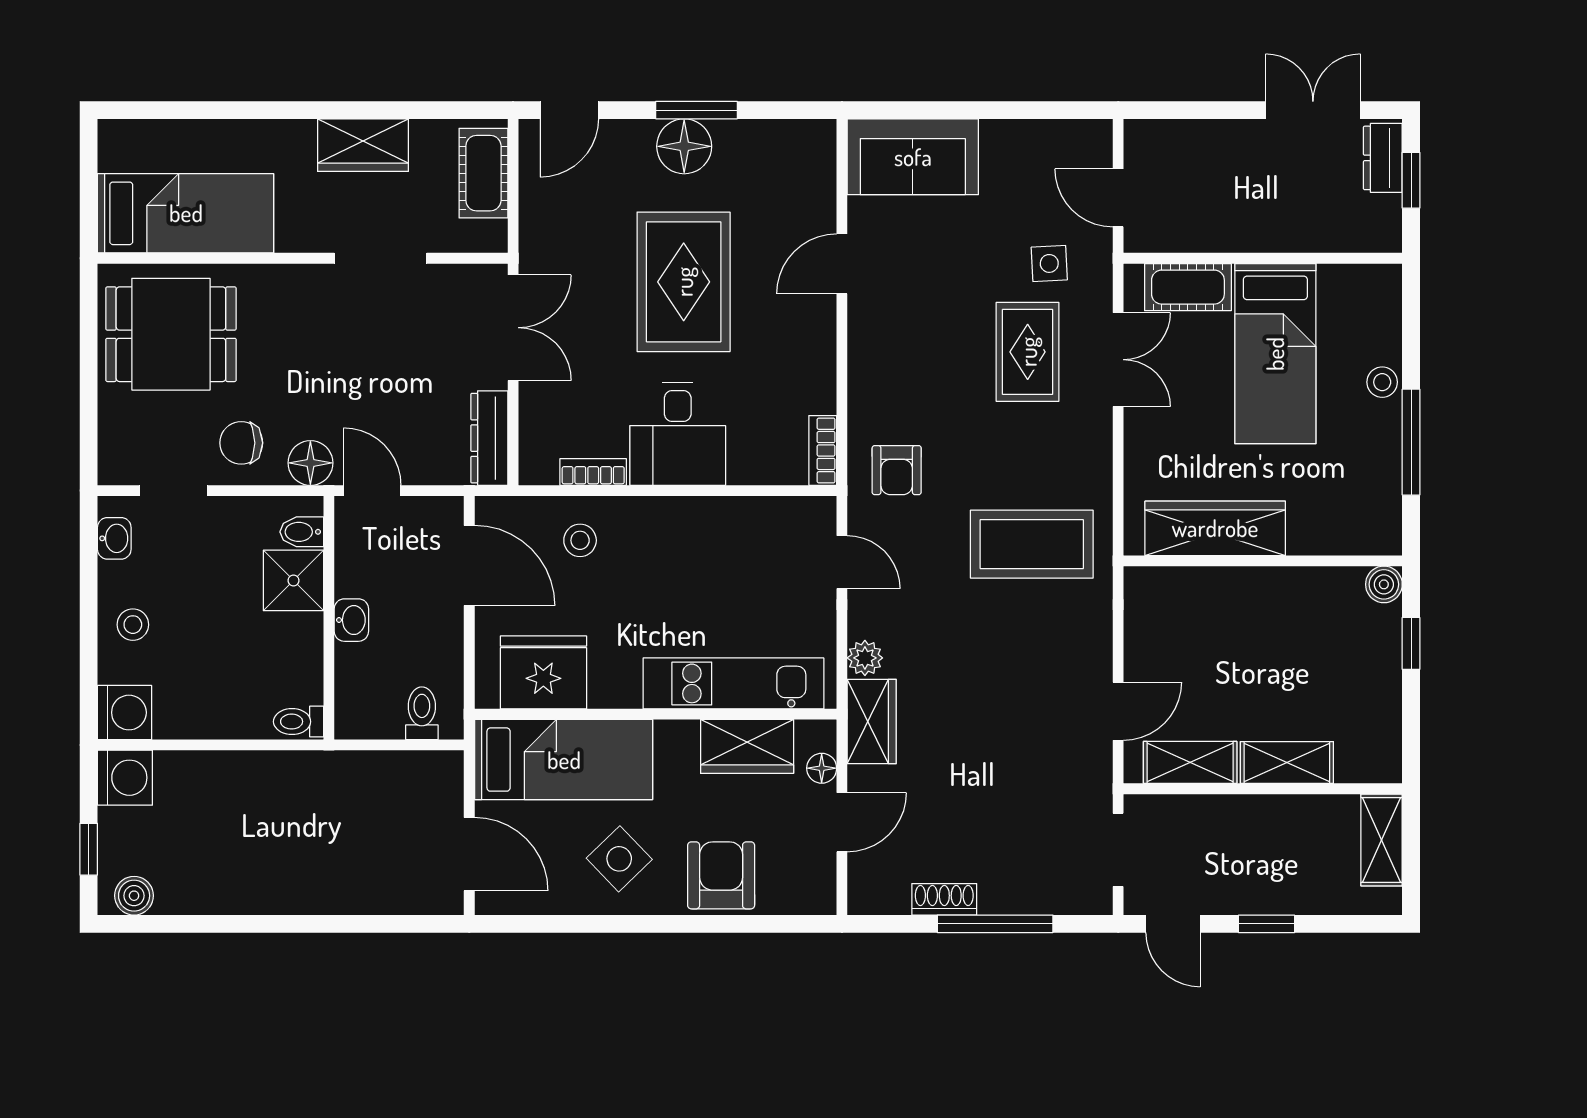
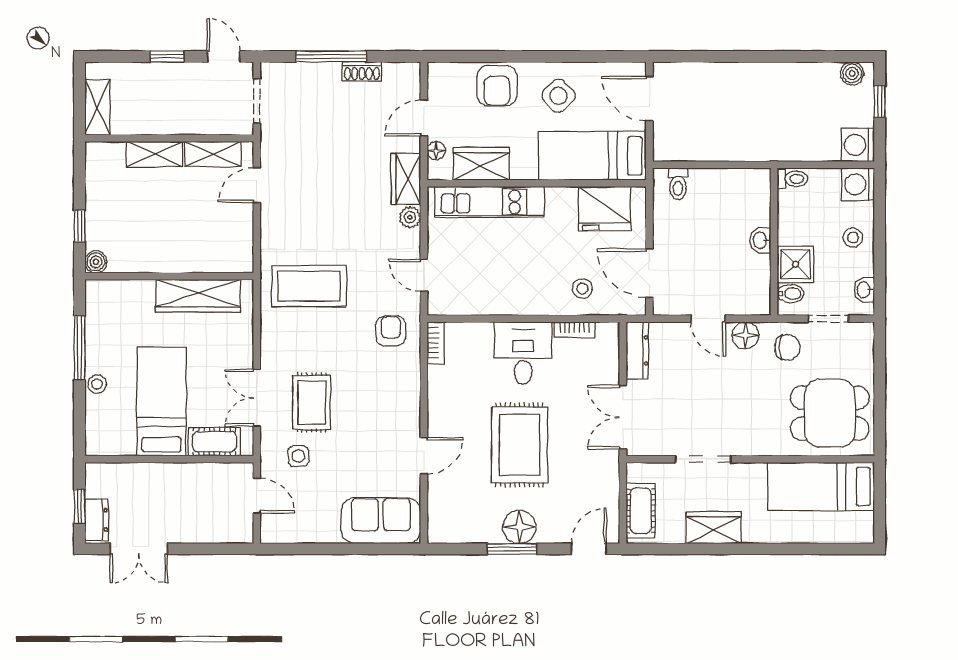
bidet: (302, 532) -> (791, 294), moved
shower: (293, 580) -> (796, 264), moved
wall: (329, 618) -> (774, 242), moved
washbasin: (351, 620) -> (760, 240), moved
toilet: (299, 722) -> (792, 179), moved

